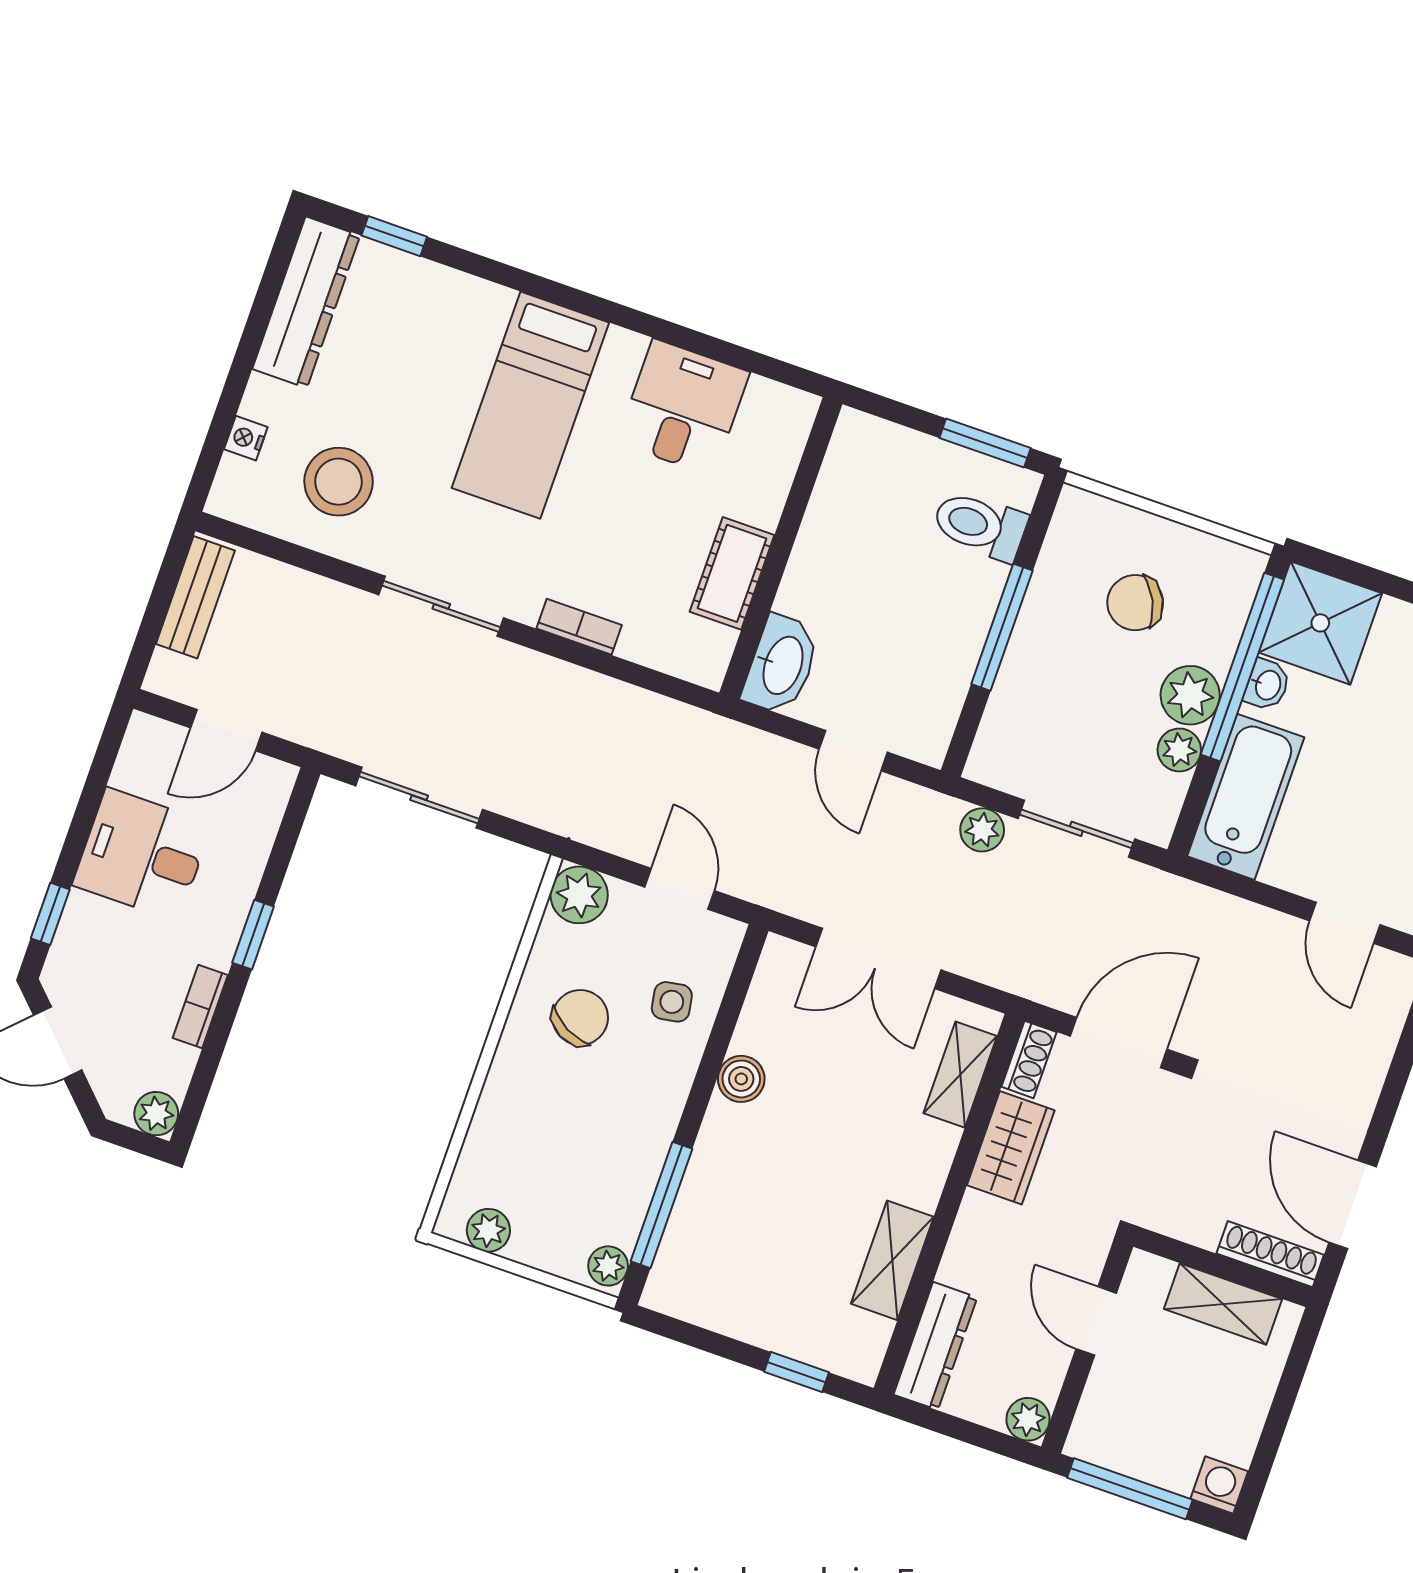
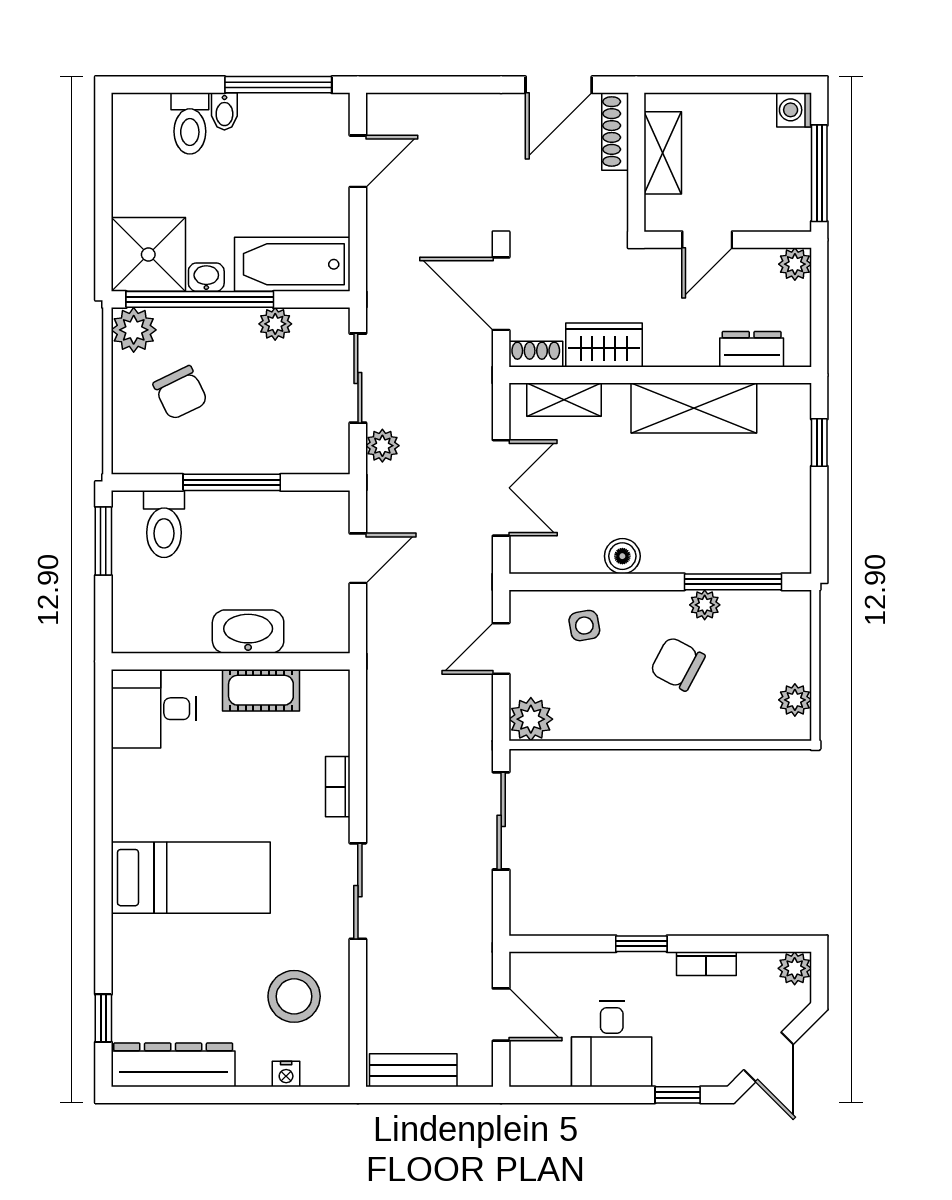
desk: (683, 407) -> (154, 709), moved
washbasin: (781, 665) -> (248, 632), moved
plant: (1190, 695) -> (134, 330), moved
sliding door: (419, 798) -> (501, 821), moved
chair: (580, 1017) -> (677, 664), moved
shelving: (892, 1260) -> (694, 408), width x1.50, depth x1.33
plant: (608, 1266) -> (705, 605), moved
dresser: (935, 1346) -> (752, 349), width x0.70

